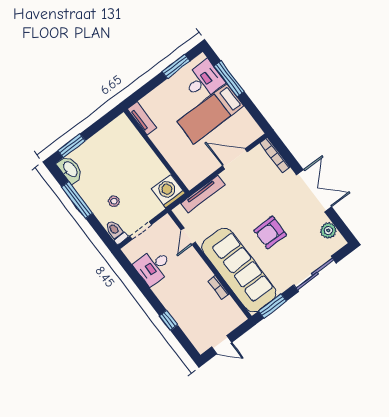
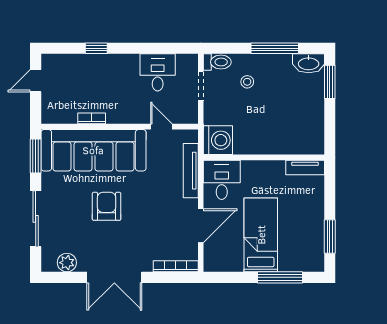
desk: (203, 80) -> (222, 180), moved, turned 180

